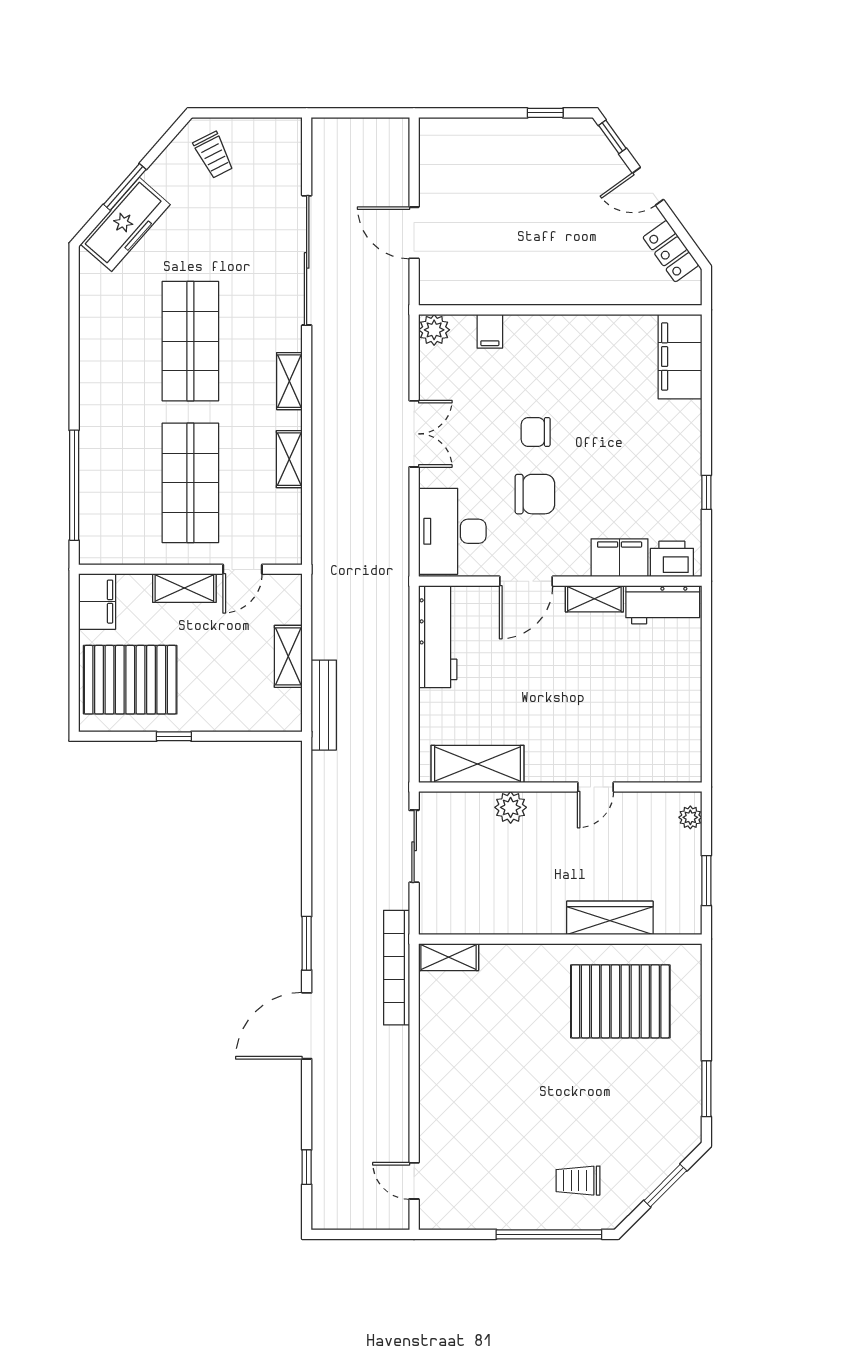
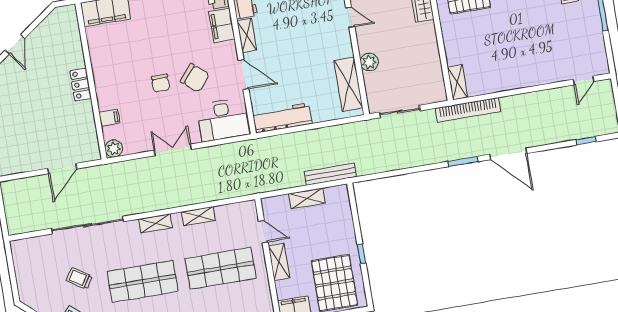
trolley: (214, 155) -> (79, 278), moved, turned -120
locker: (671, 251) -> (81, 85), moved, turned 126
chair: (535, 494) -> (195, 78), turned 130

